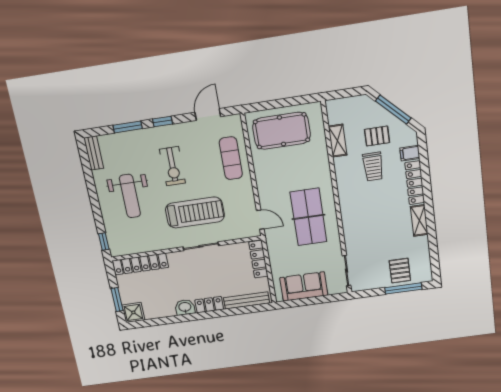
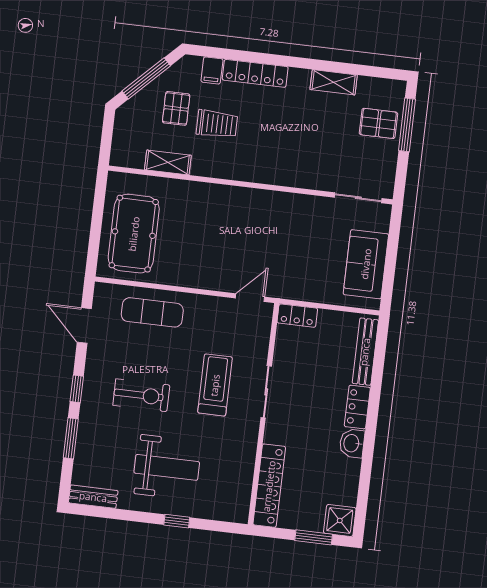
treadmill: (195, 213) -> (215, 385), width x0.73, depth x0.73
table tennis table: (308, 217) -> (264, 230), removed
shelving: (419, 220) -> (334, 82), moved
window: (104, 241) -> (177, 521), moved
locker: (258, 259) -> (297, 316), width x0.66

